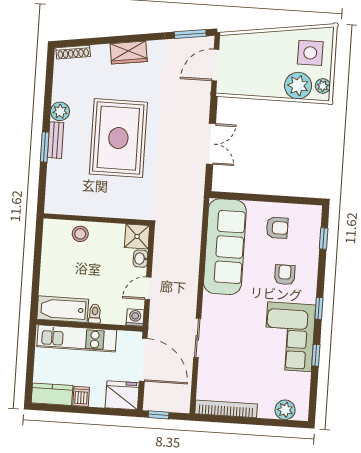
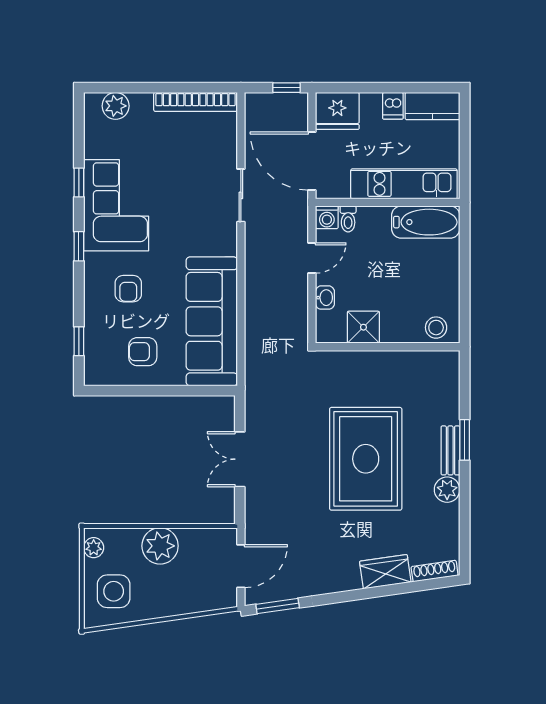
wardrobe: (129, 53) -> (385, 572), moved
plant: (298, 86) -> (160, 546), moved
stool: (80, 234) -> (436, 328), moved
shower: (137, 237) -> (363, 327), moved
toilet: (95, 314) -> (348, 219), moved

